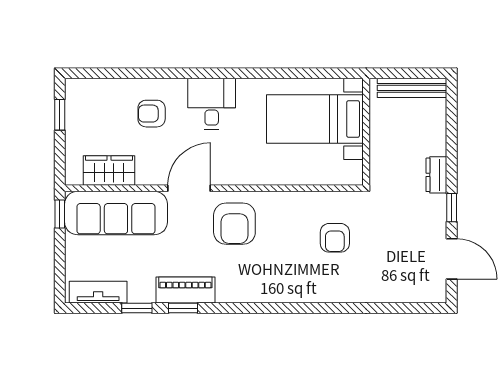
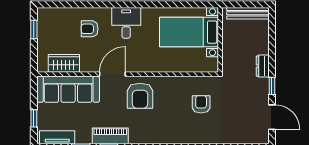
window: (60, 214) -> (34, 118), moved
armchair: (335, 238) -> (201, 104), turned 180

